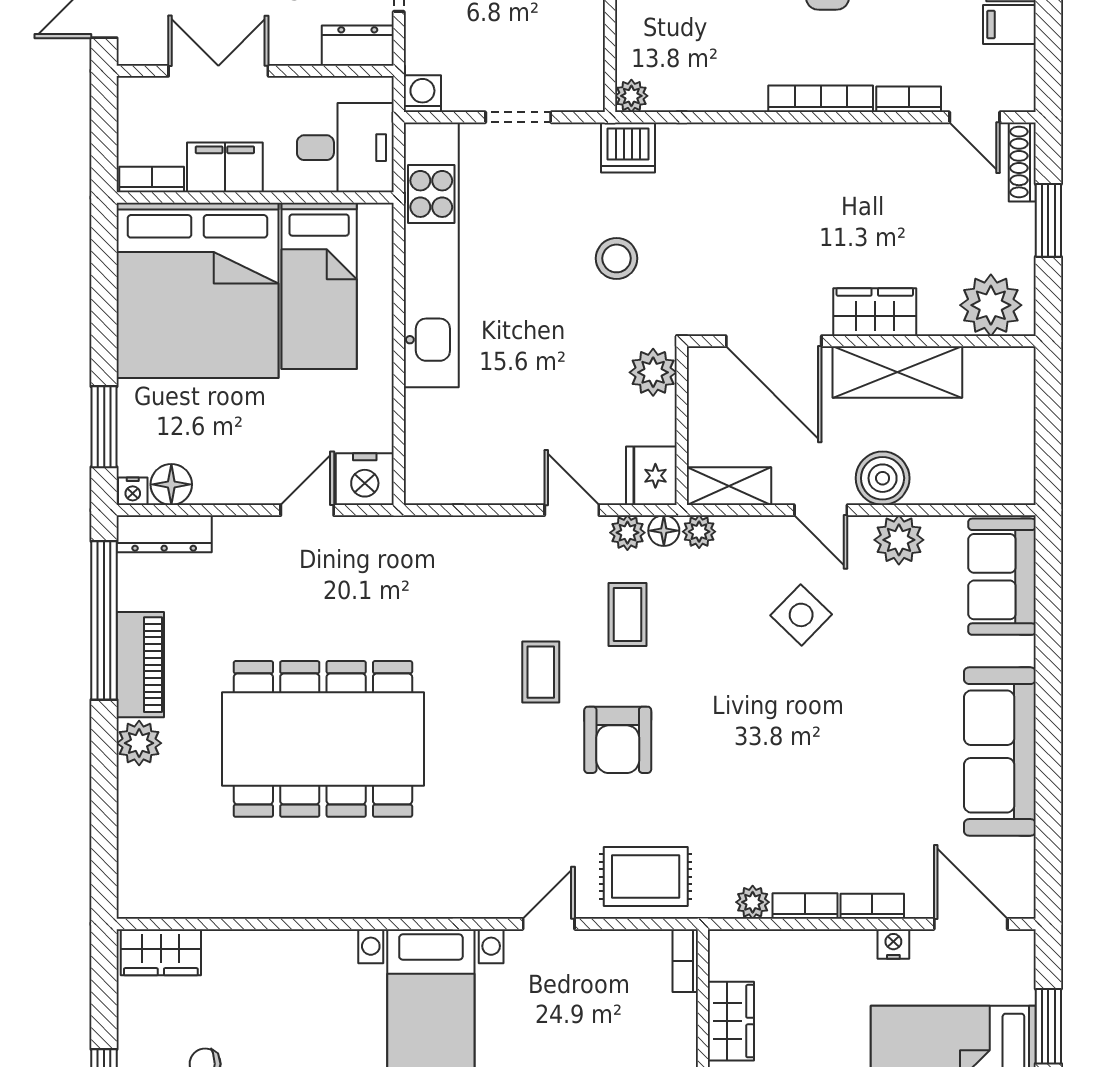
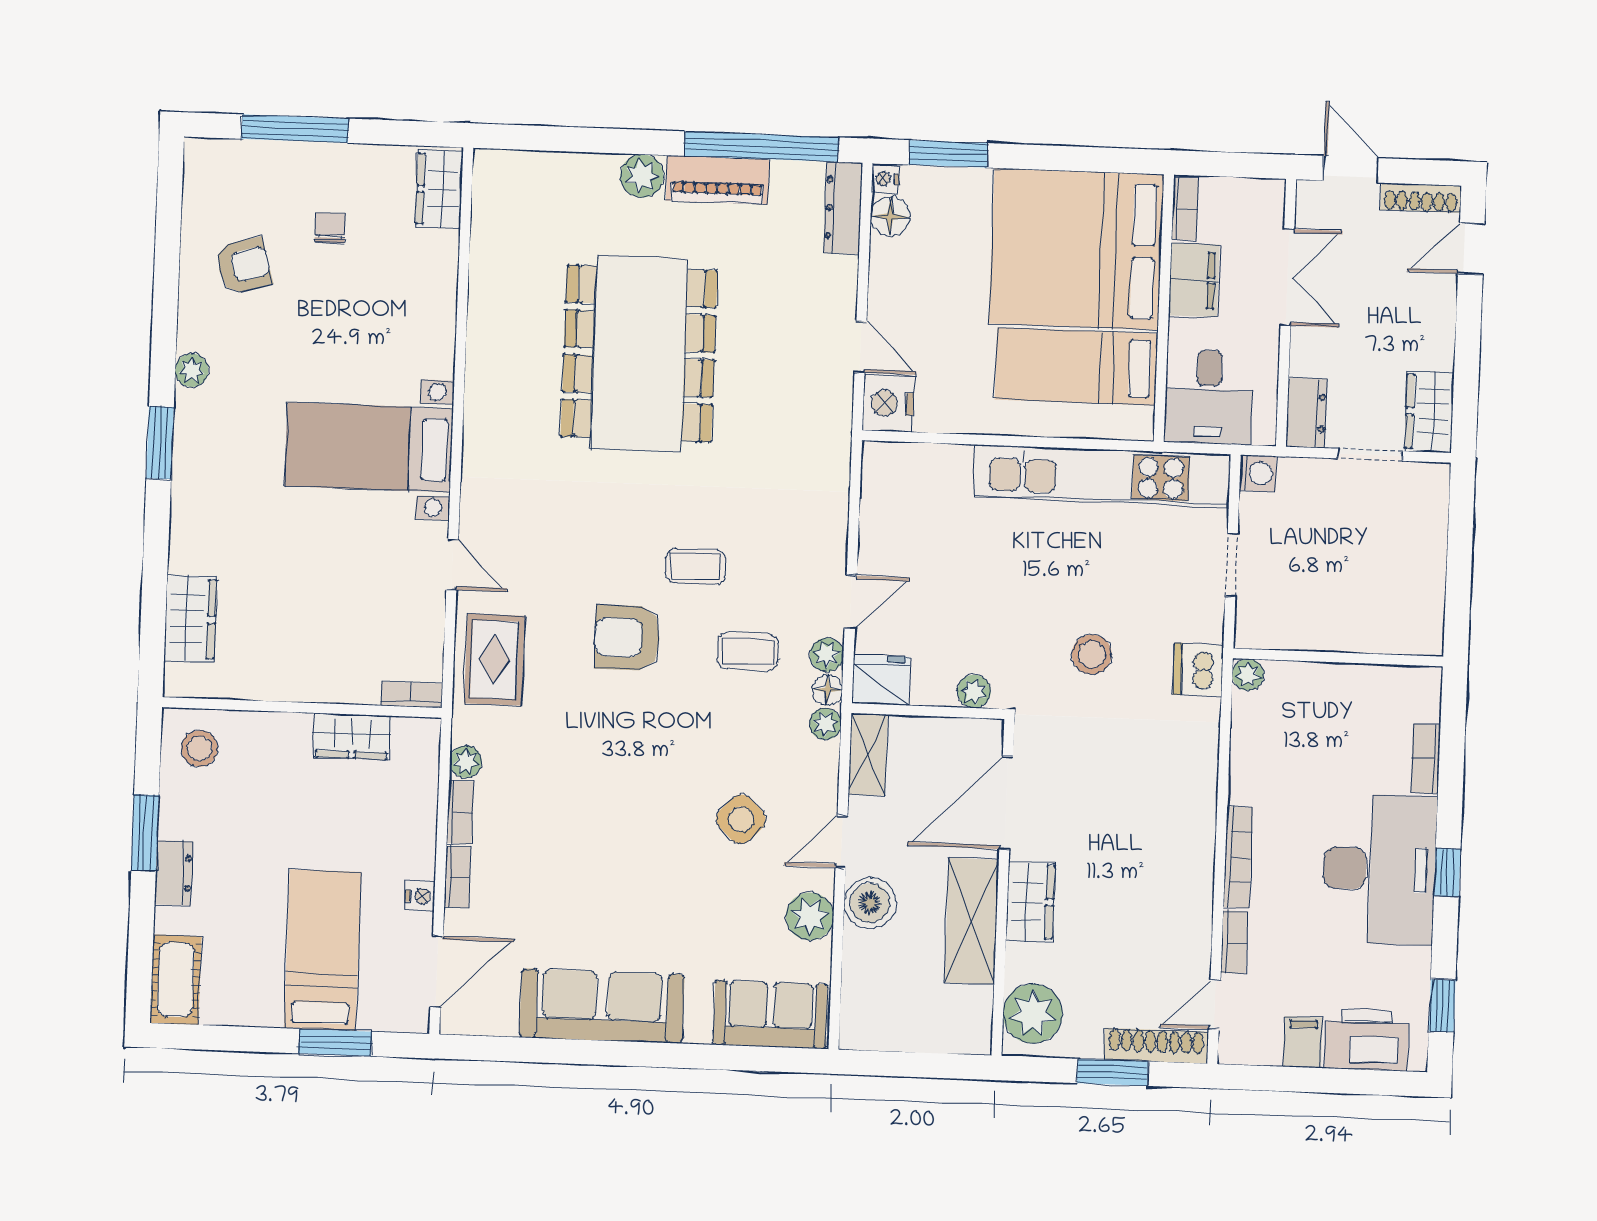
shoe rack: (1022, 162) -> (1156, 1046), width x1.36, depth x1.24
plant: (653, 372) -> (974, 691), width x0.73, depth x0.73

